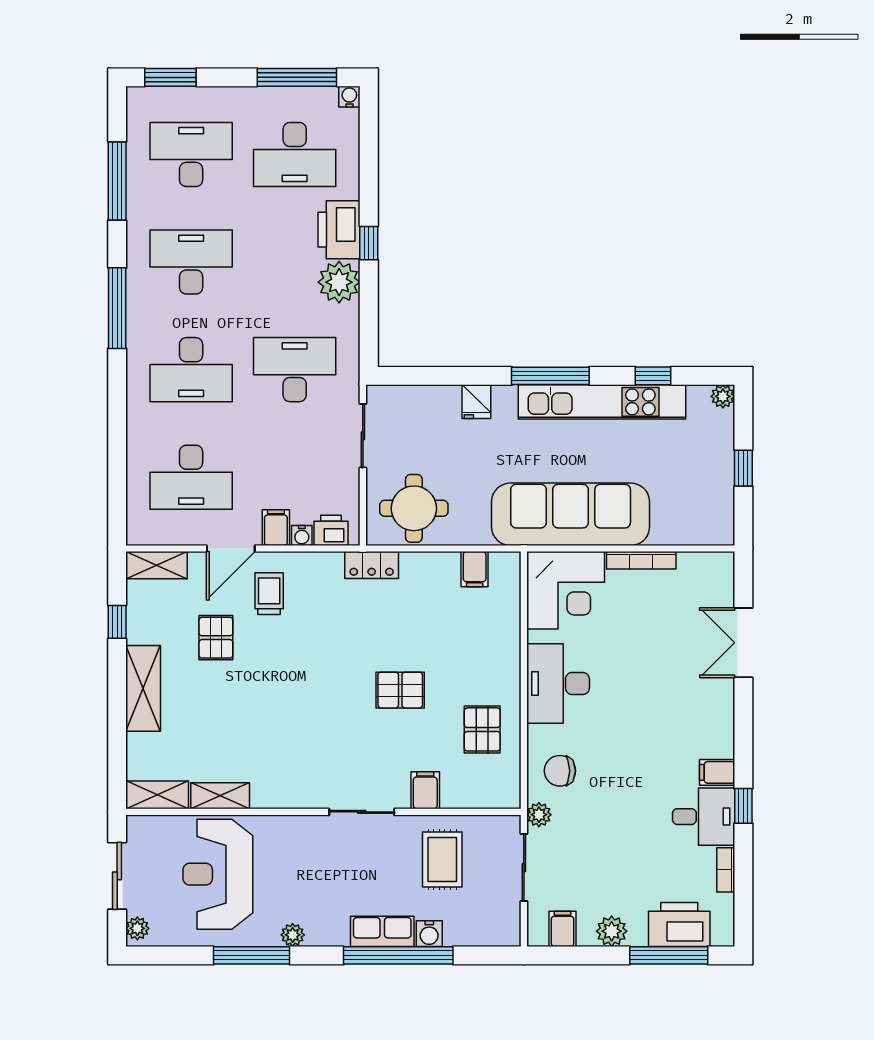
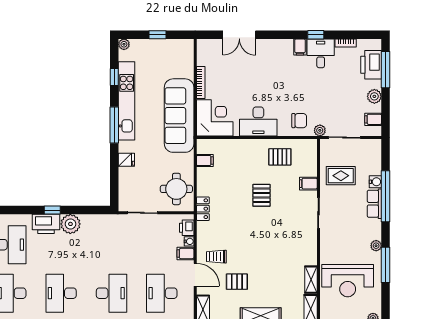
desk: (295, 370) -> (111, 245), removed
desk: (191, 477) -> (162, 293), turned 180
chair: (560, 771) -> (299, 121), turned -90

